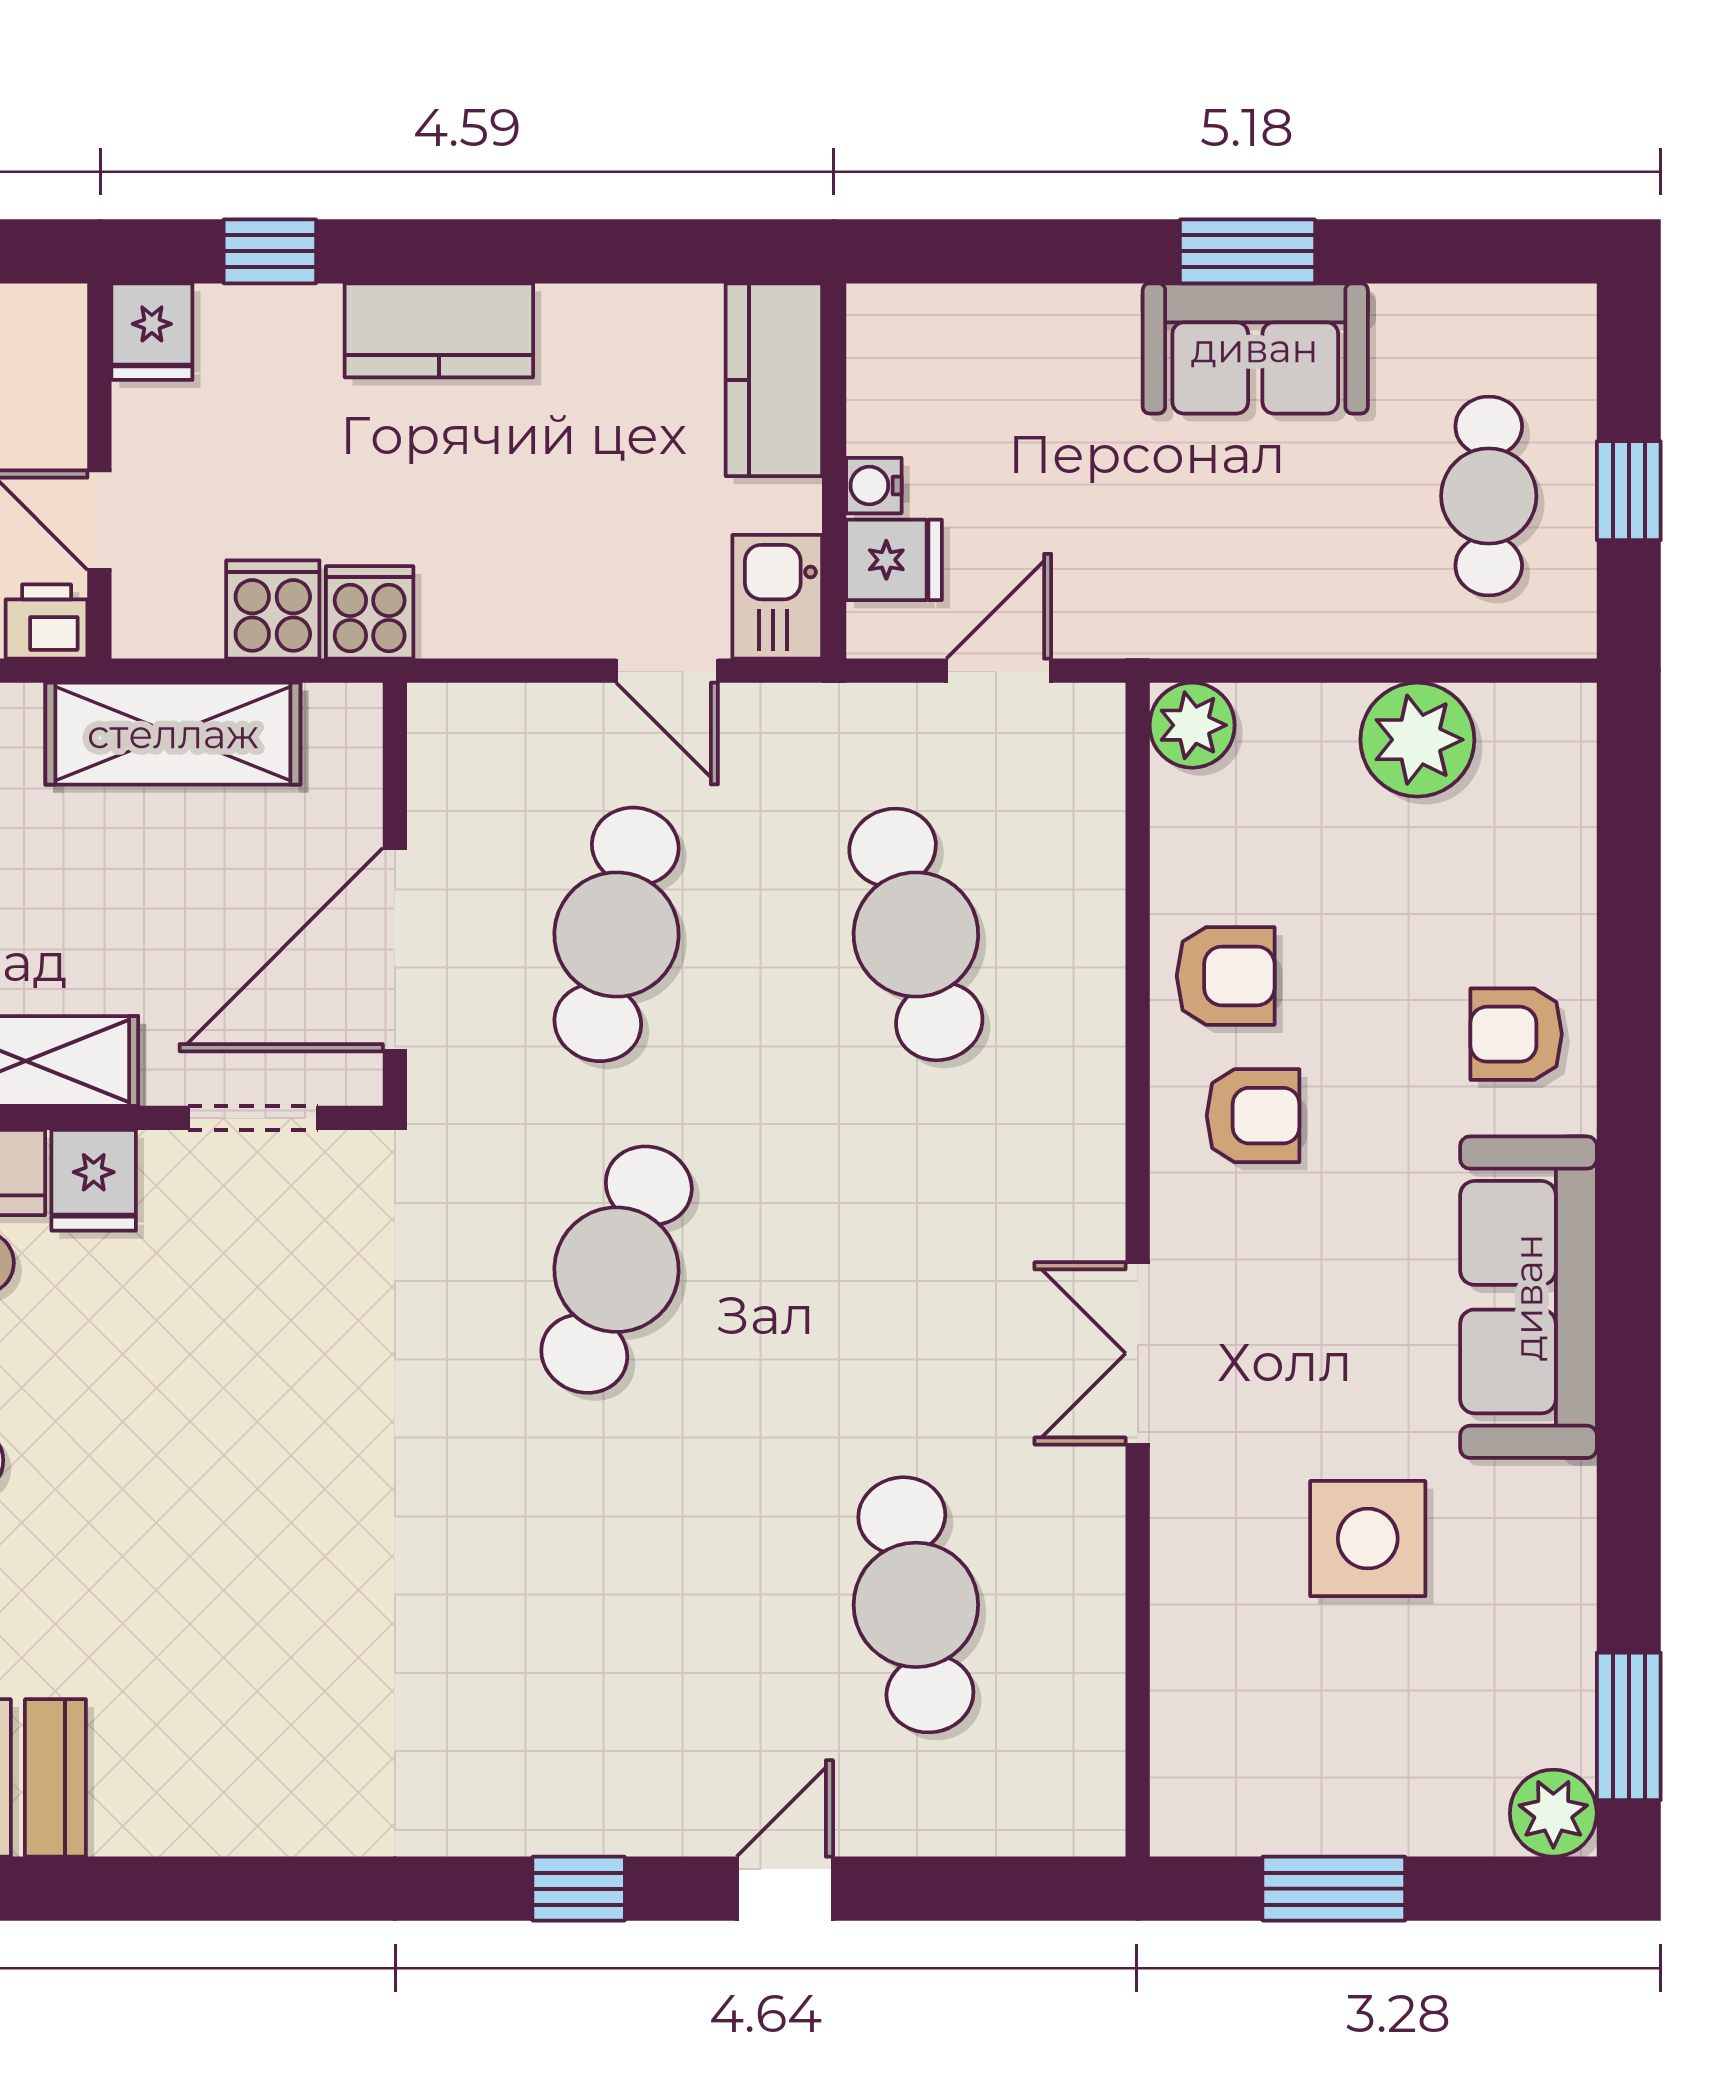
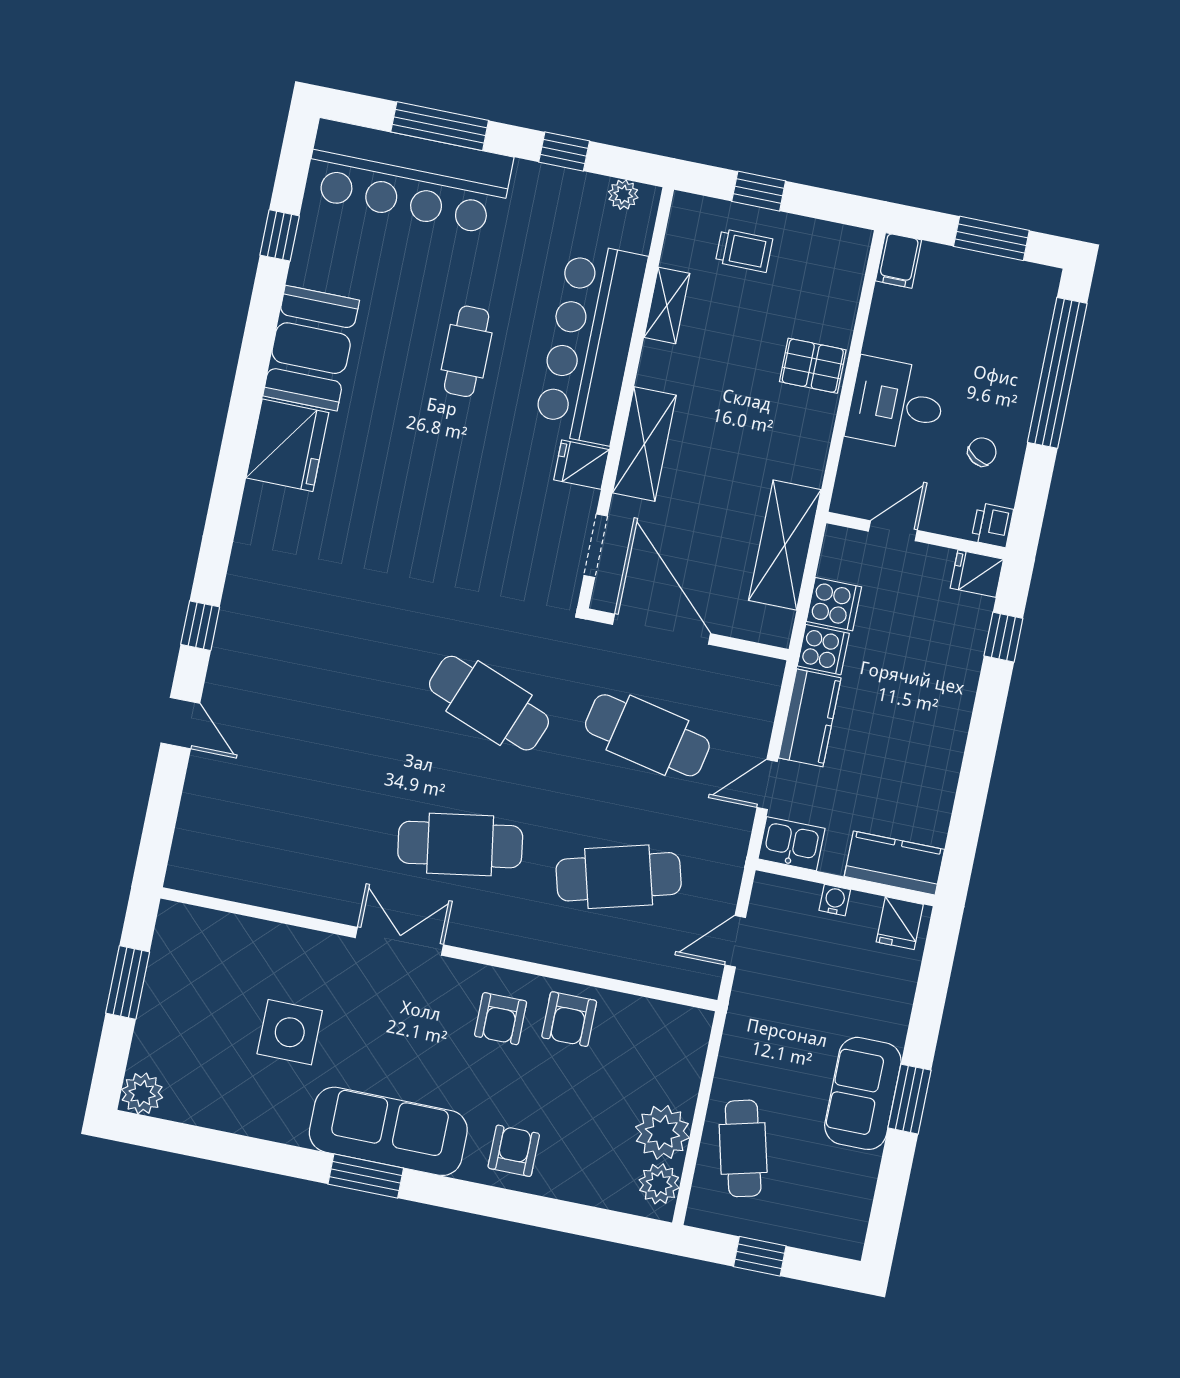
kitchen counter: (439, 330) -> (810, 718), moved, turned 180
cafe table: (1489, 496) -> (743, 1148), moved, turned 76
fridge: (894, 560) -> (900, 923), moved
printer: (47, 622) -> (992, 525), moved, turned 180
door: (999, 671) -> (735, 941), swing flipped
plant: (1192, 725) -> (659, 1184), moved
cafe table: (916, 1605) -> (460, 845), moved
window: (1629, 1726) -> (366, 1176), moved
fridge: (176, 1786) -> (287, 445), added

